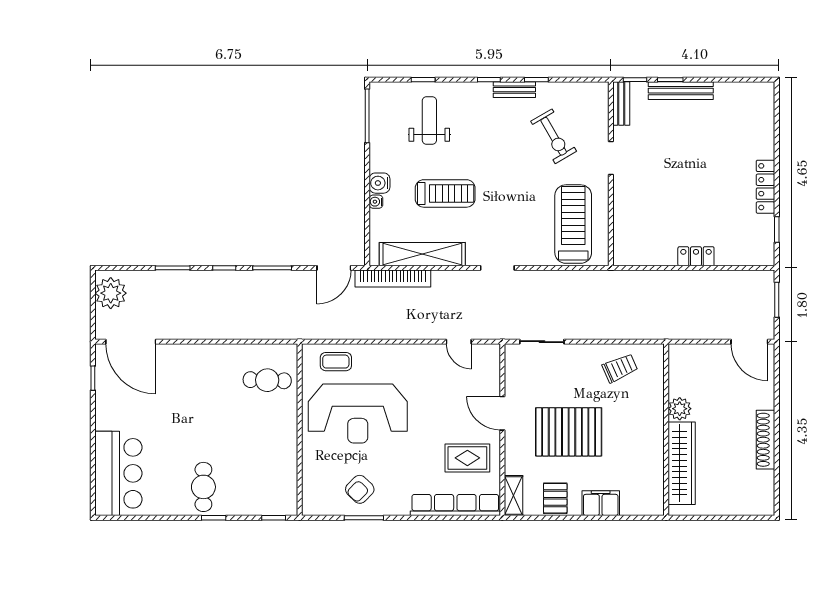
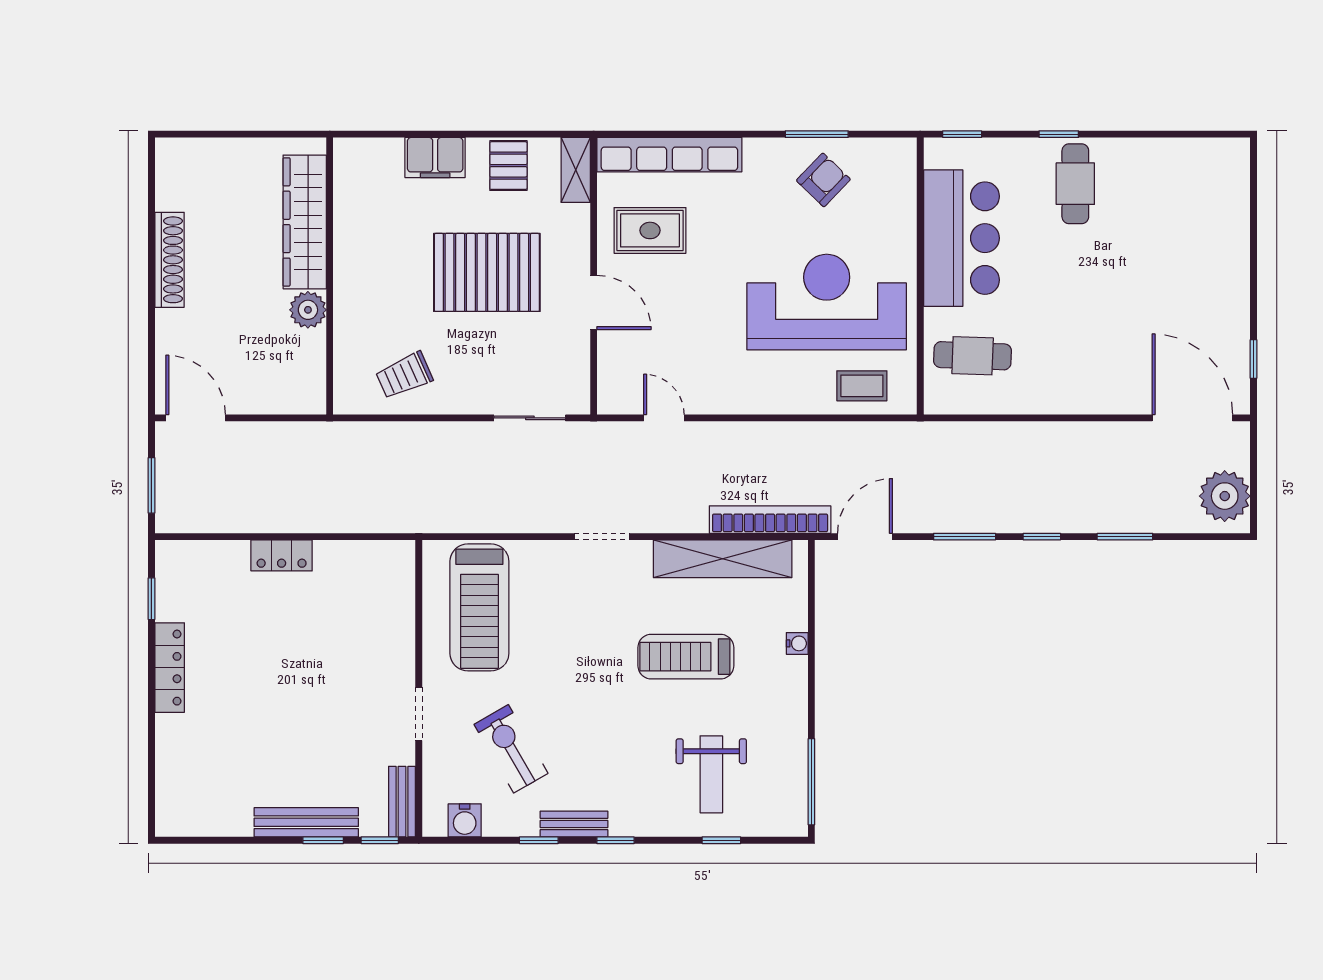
water cooler: (380, 183) -> (465, 820), moved, turned 90
bar counter: (118, 473) -> (961, 238), moved, turned 180

